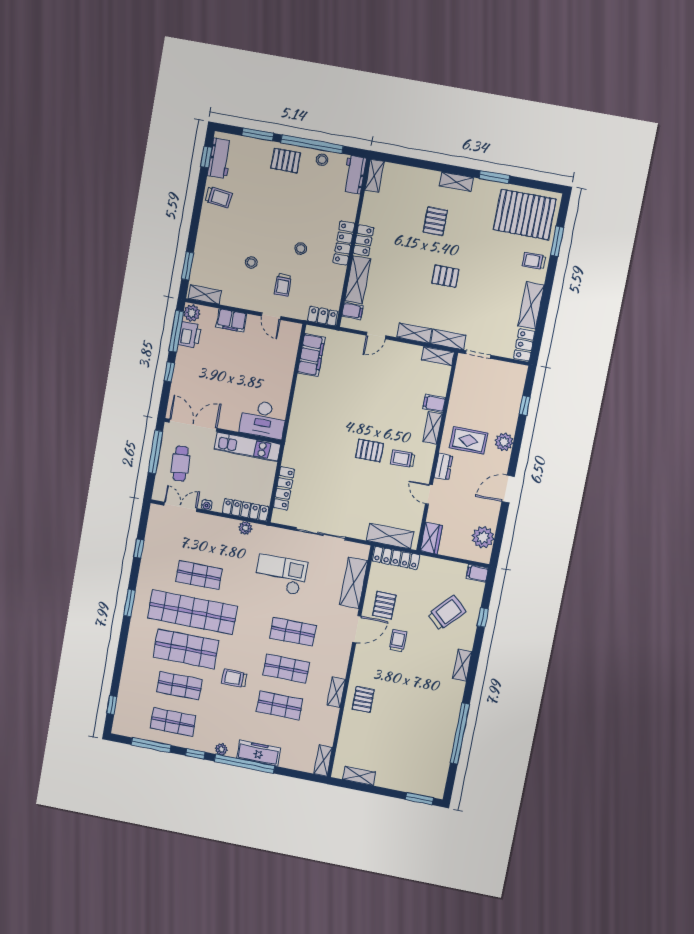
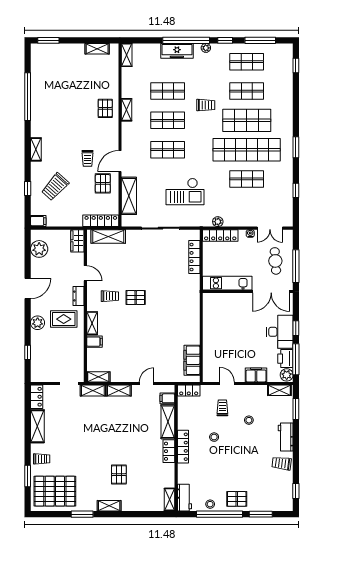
workbench: (220, 158) -> (286, 437), moved
pallet: (445, 276) -> (104, 436), removed
desk: (263, 419) -> (280, 332), moved, turned 90

